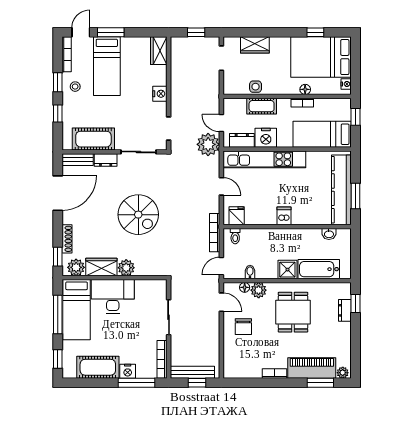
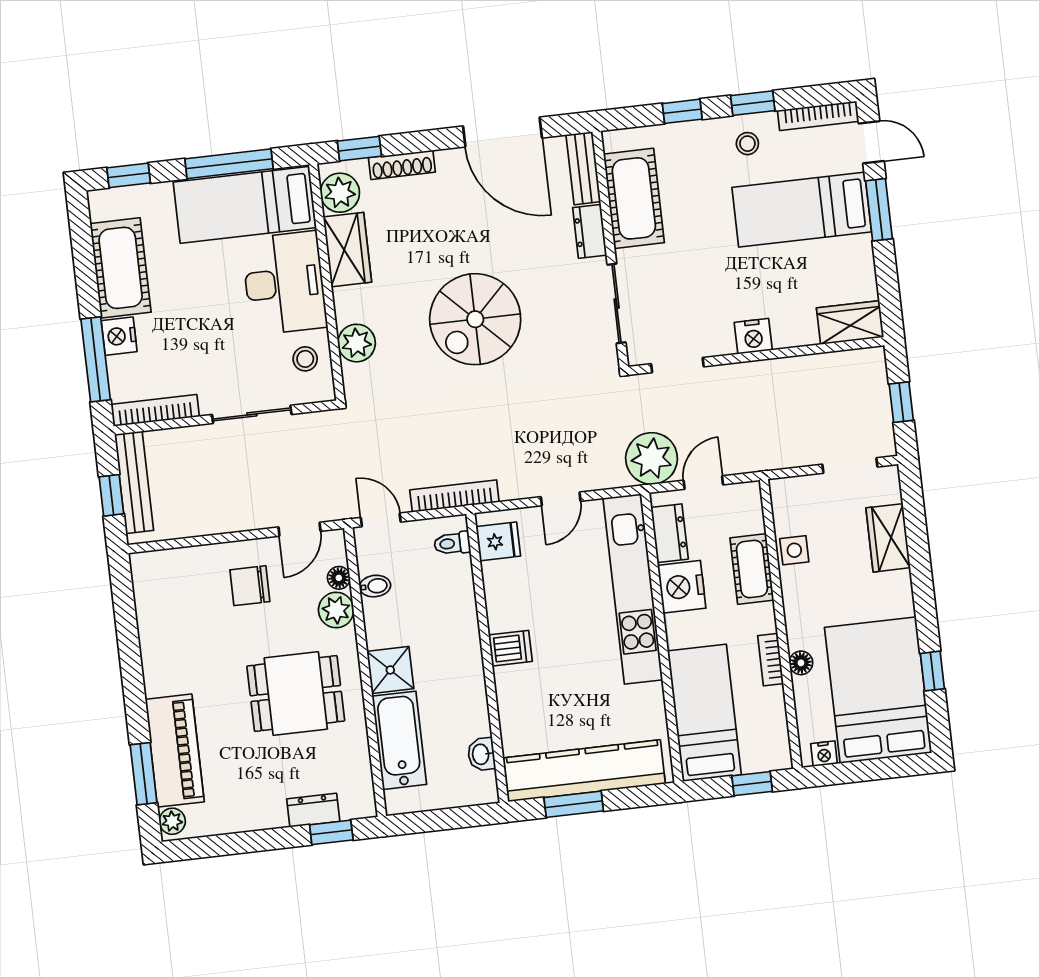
plant: (126, 268) -> (357, 343), moved
stool: (147, 291) -> (305, 359), added
bookcase: (275, 373) -> (153, 668), removed

